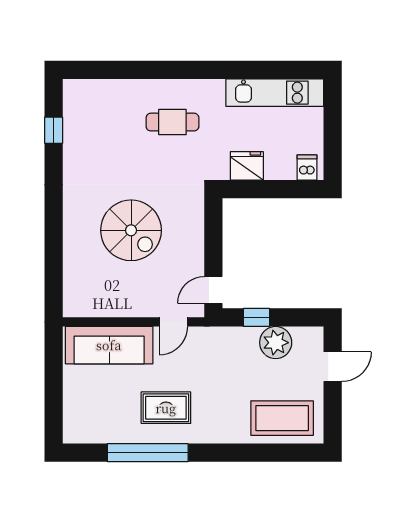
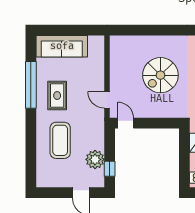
window: (256, 317) -> (110, 169), moved
sofa: (109, 345) -> (62, 46), moved, turned -90
coffee table: (282, 418) -> (60, 140), moved

